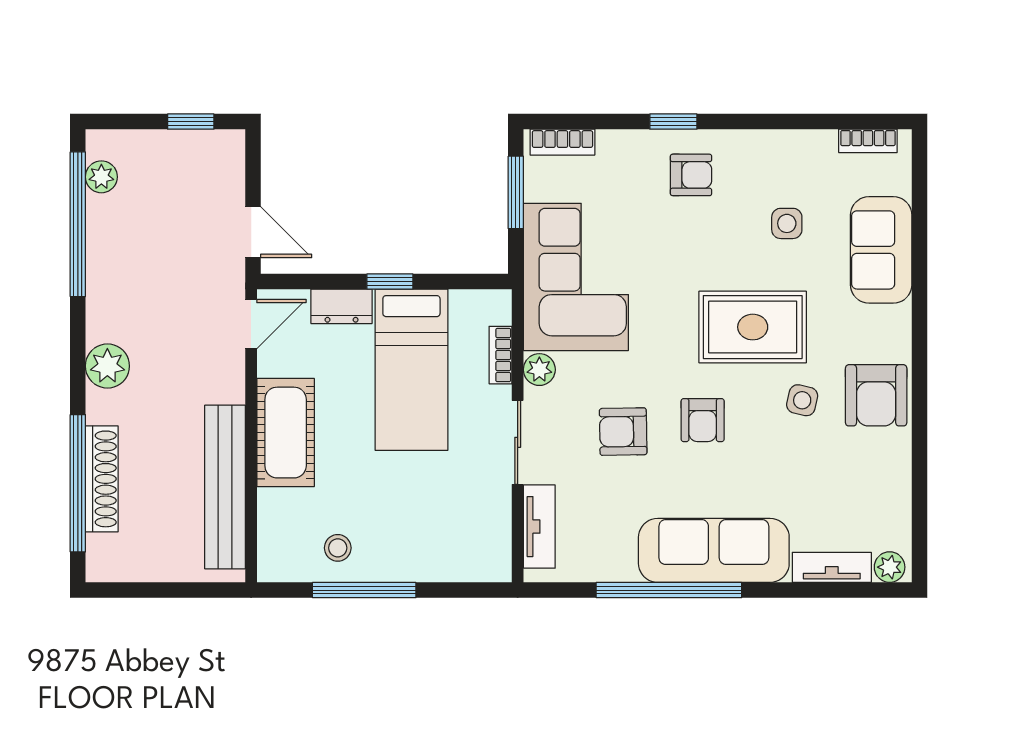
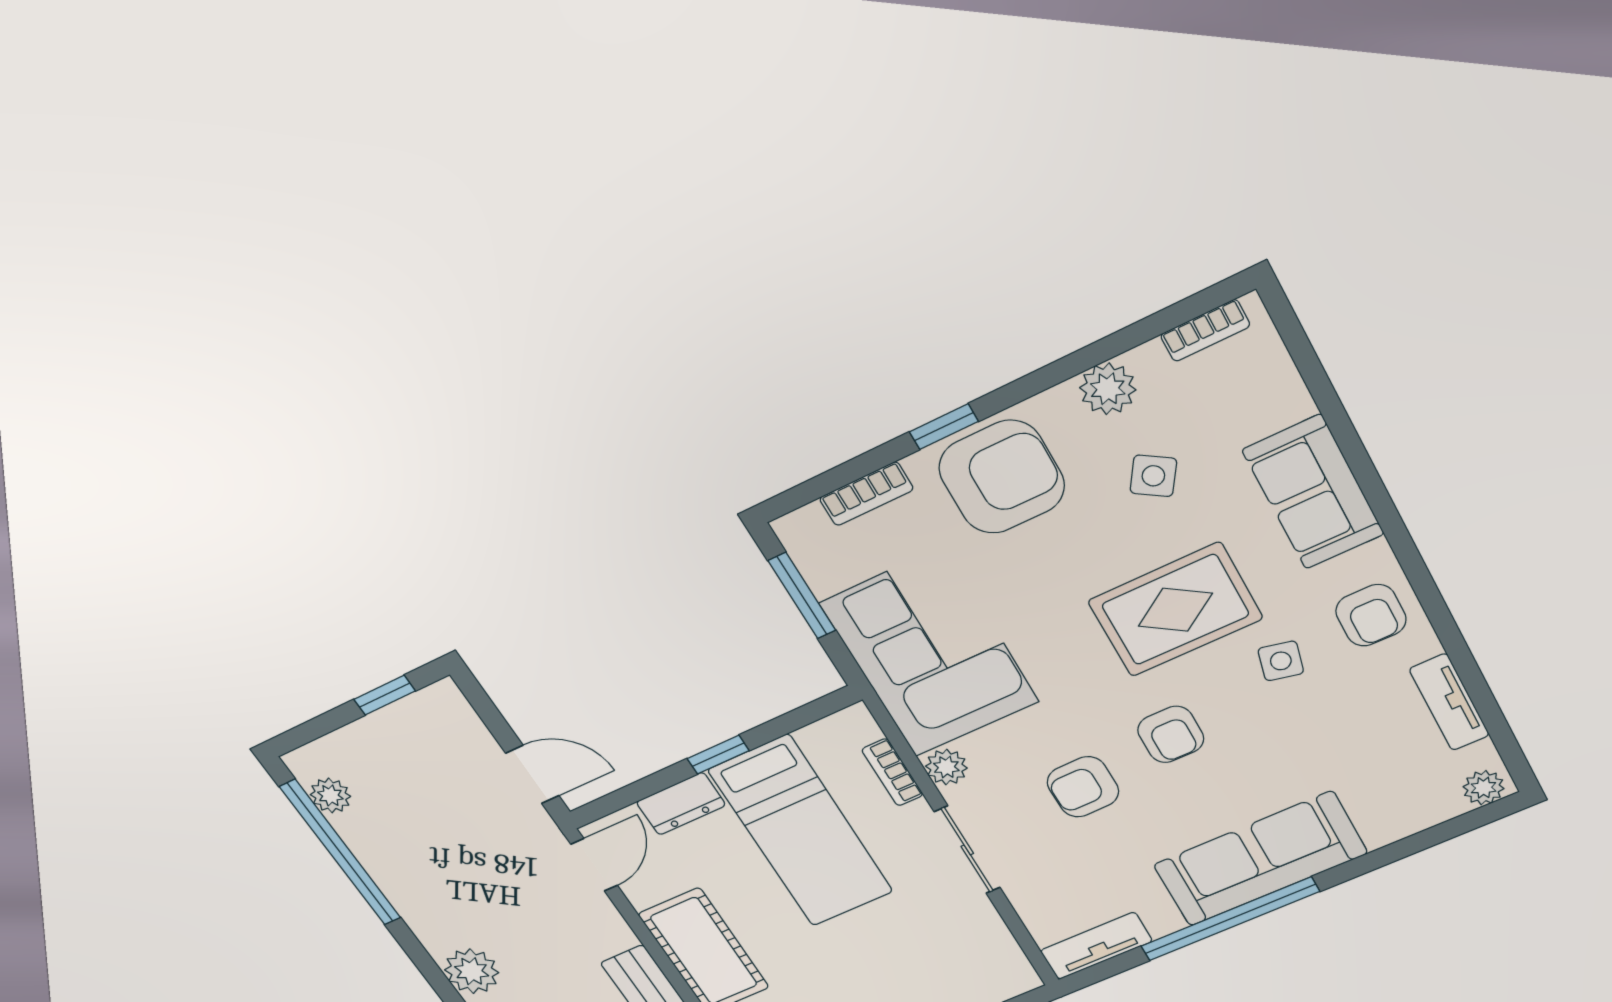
bookcase: (562, 142) -> (866, 494), moved
plant: (789, 149) -> (1108, 389), added
armchair: (691, 175) -> (1002, 477), width x1.88, depth x1.88
side table: (787, 223) -> (1153, 476), turned 33
sofa: (881, 250) -> (1313, 492), moved
armchair: (876, 395) -> (1371, 615), width x0.72, depth x0.72
tv unit: (539, 527) -> (1096, 946), moved, turned -90
tv unit: (832, 567) -> (1449, 702), moved, turned -90

